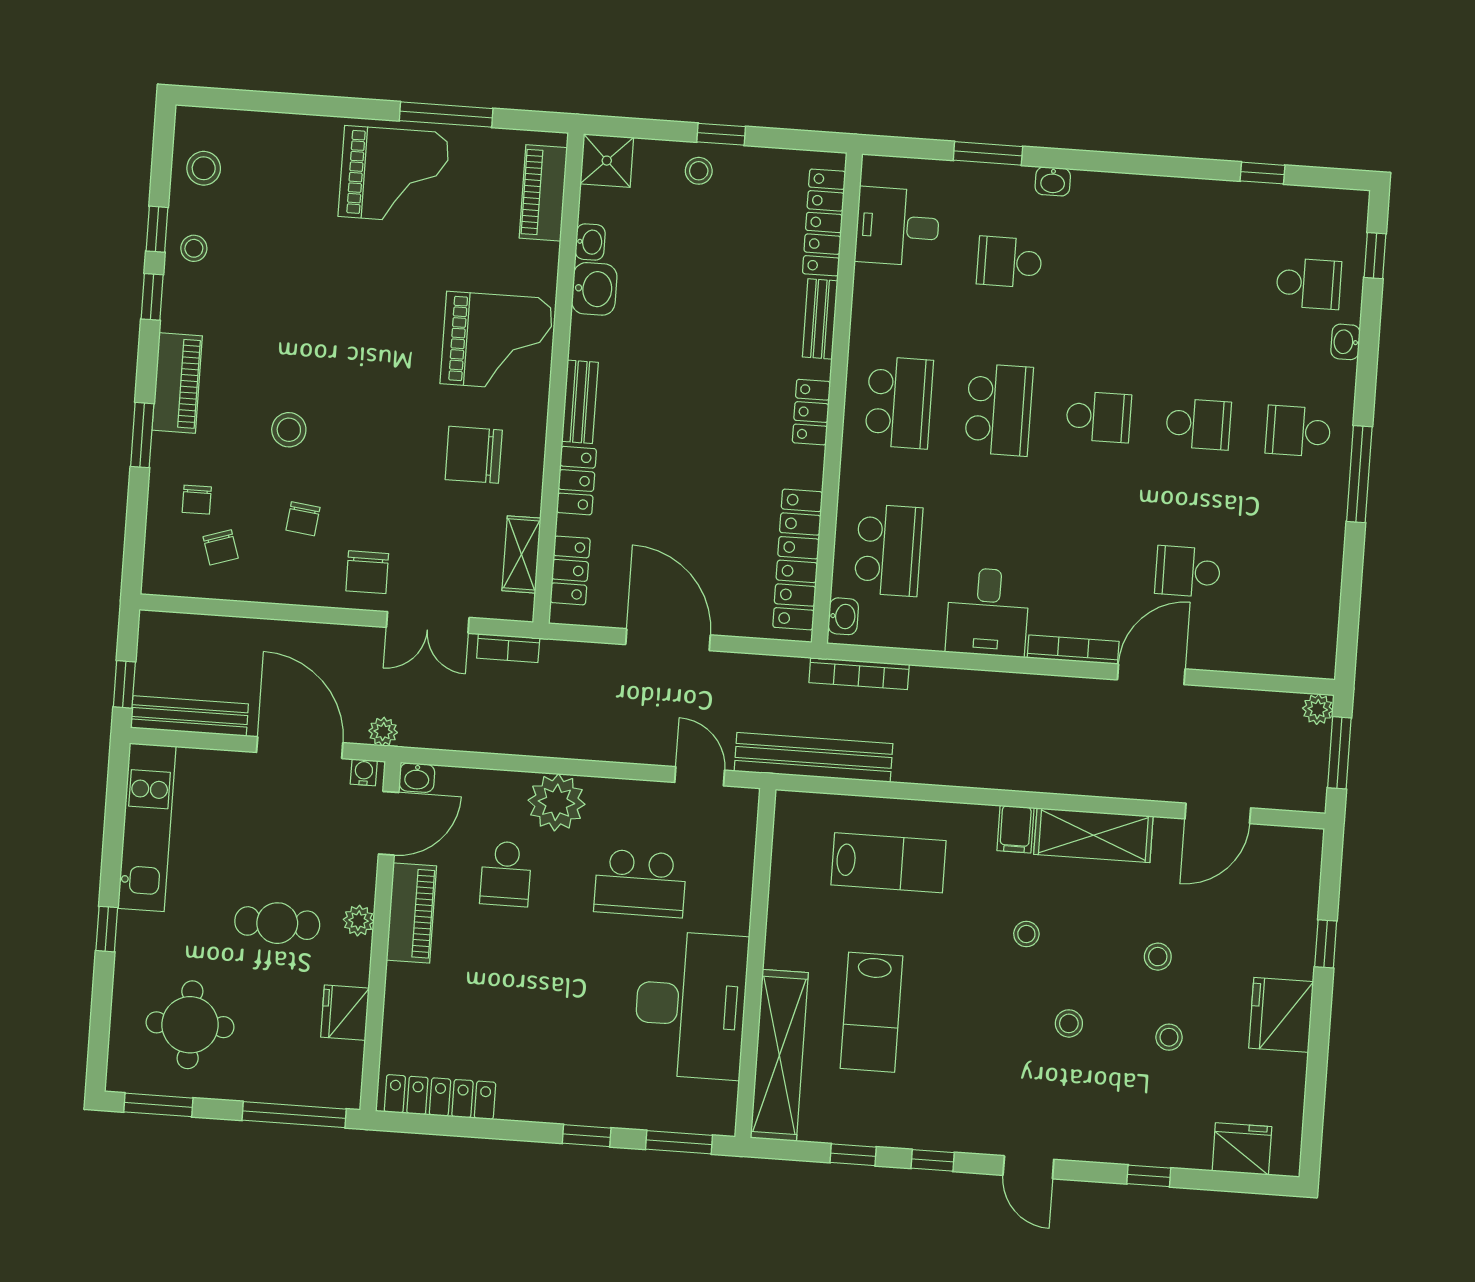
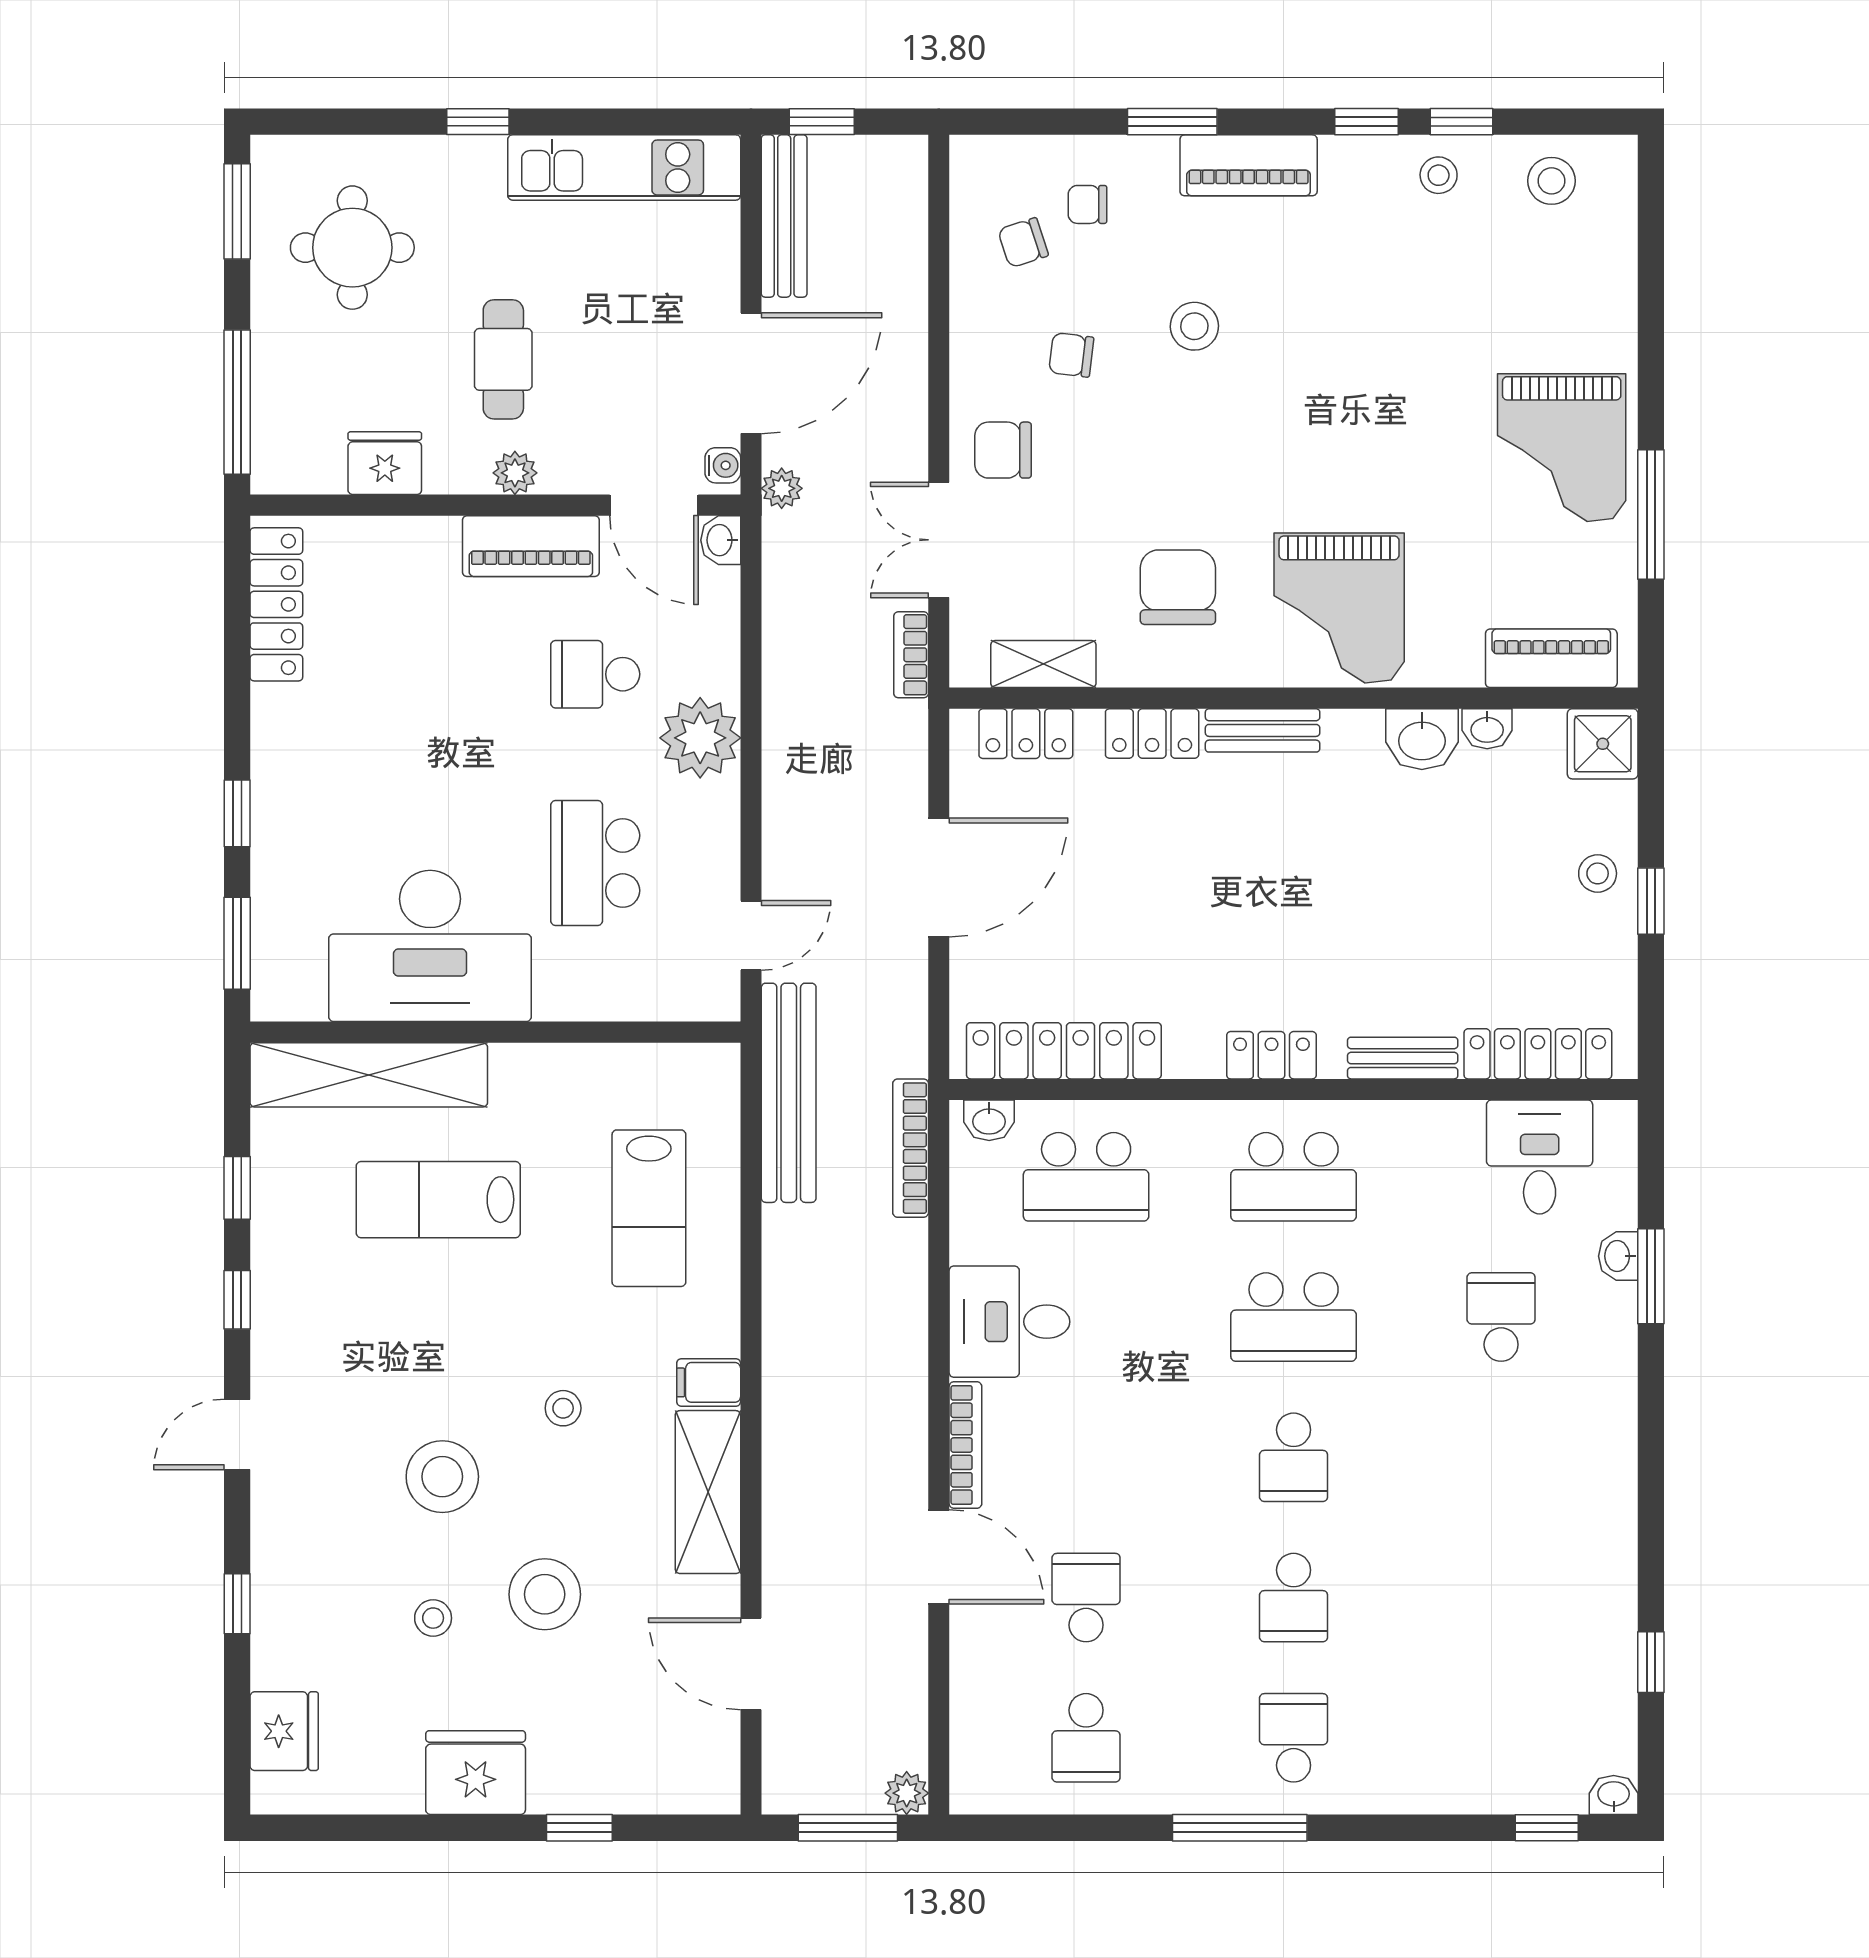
washbasin: (1053, 181) -> (1618, 1256), moved
school desk: (1309, 284) -> (1086, 1738), moved
washbasin: (1345, 342) -> (1614, 1795), moved
stool: (1158, 957) -> (545, 1594), width x1.89, depth x1.89
stool: (1069, 1023) -> (442, 1477), width x1.89, depth x1.89

